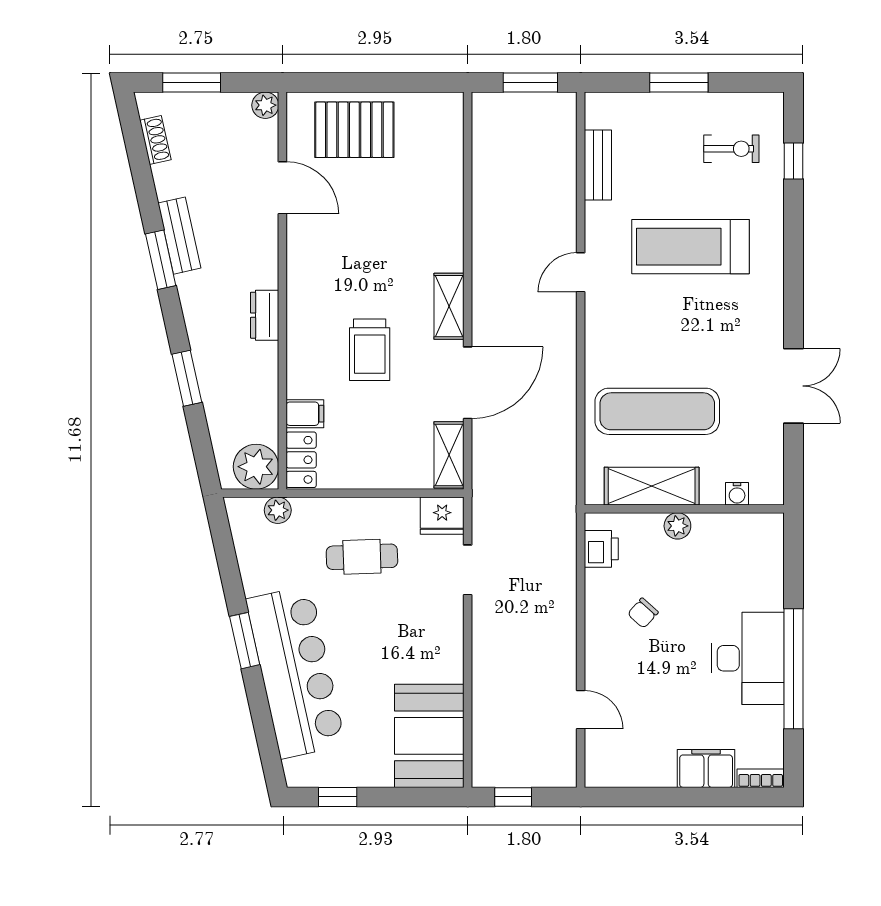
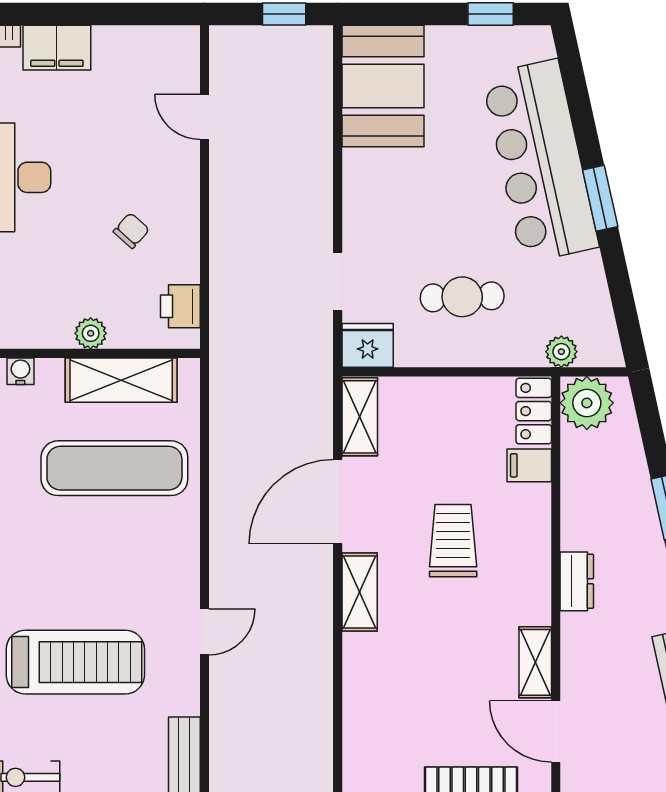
shelving: (300, 246) -> (535, 662), added

